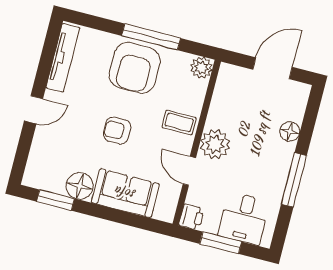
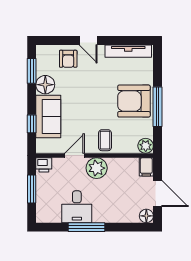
filing cabinet: (231, 74) -> (146, 167), added
armchair: (117, 131) -> (68, 59), moved, turned 180
floor lamp: (290, 132) -> (146, 216), moved
desk: (244, 218) -> (77, 207), moved, turned -90
window: (130, 219) -> (32, 124), added

